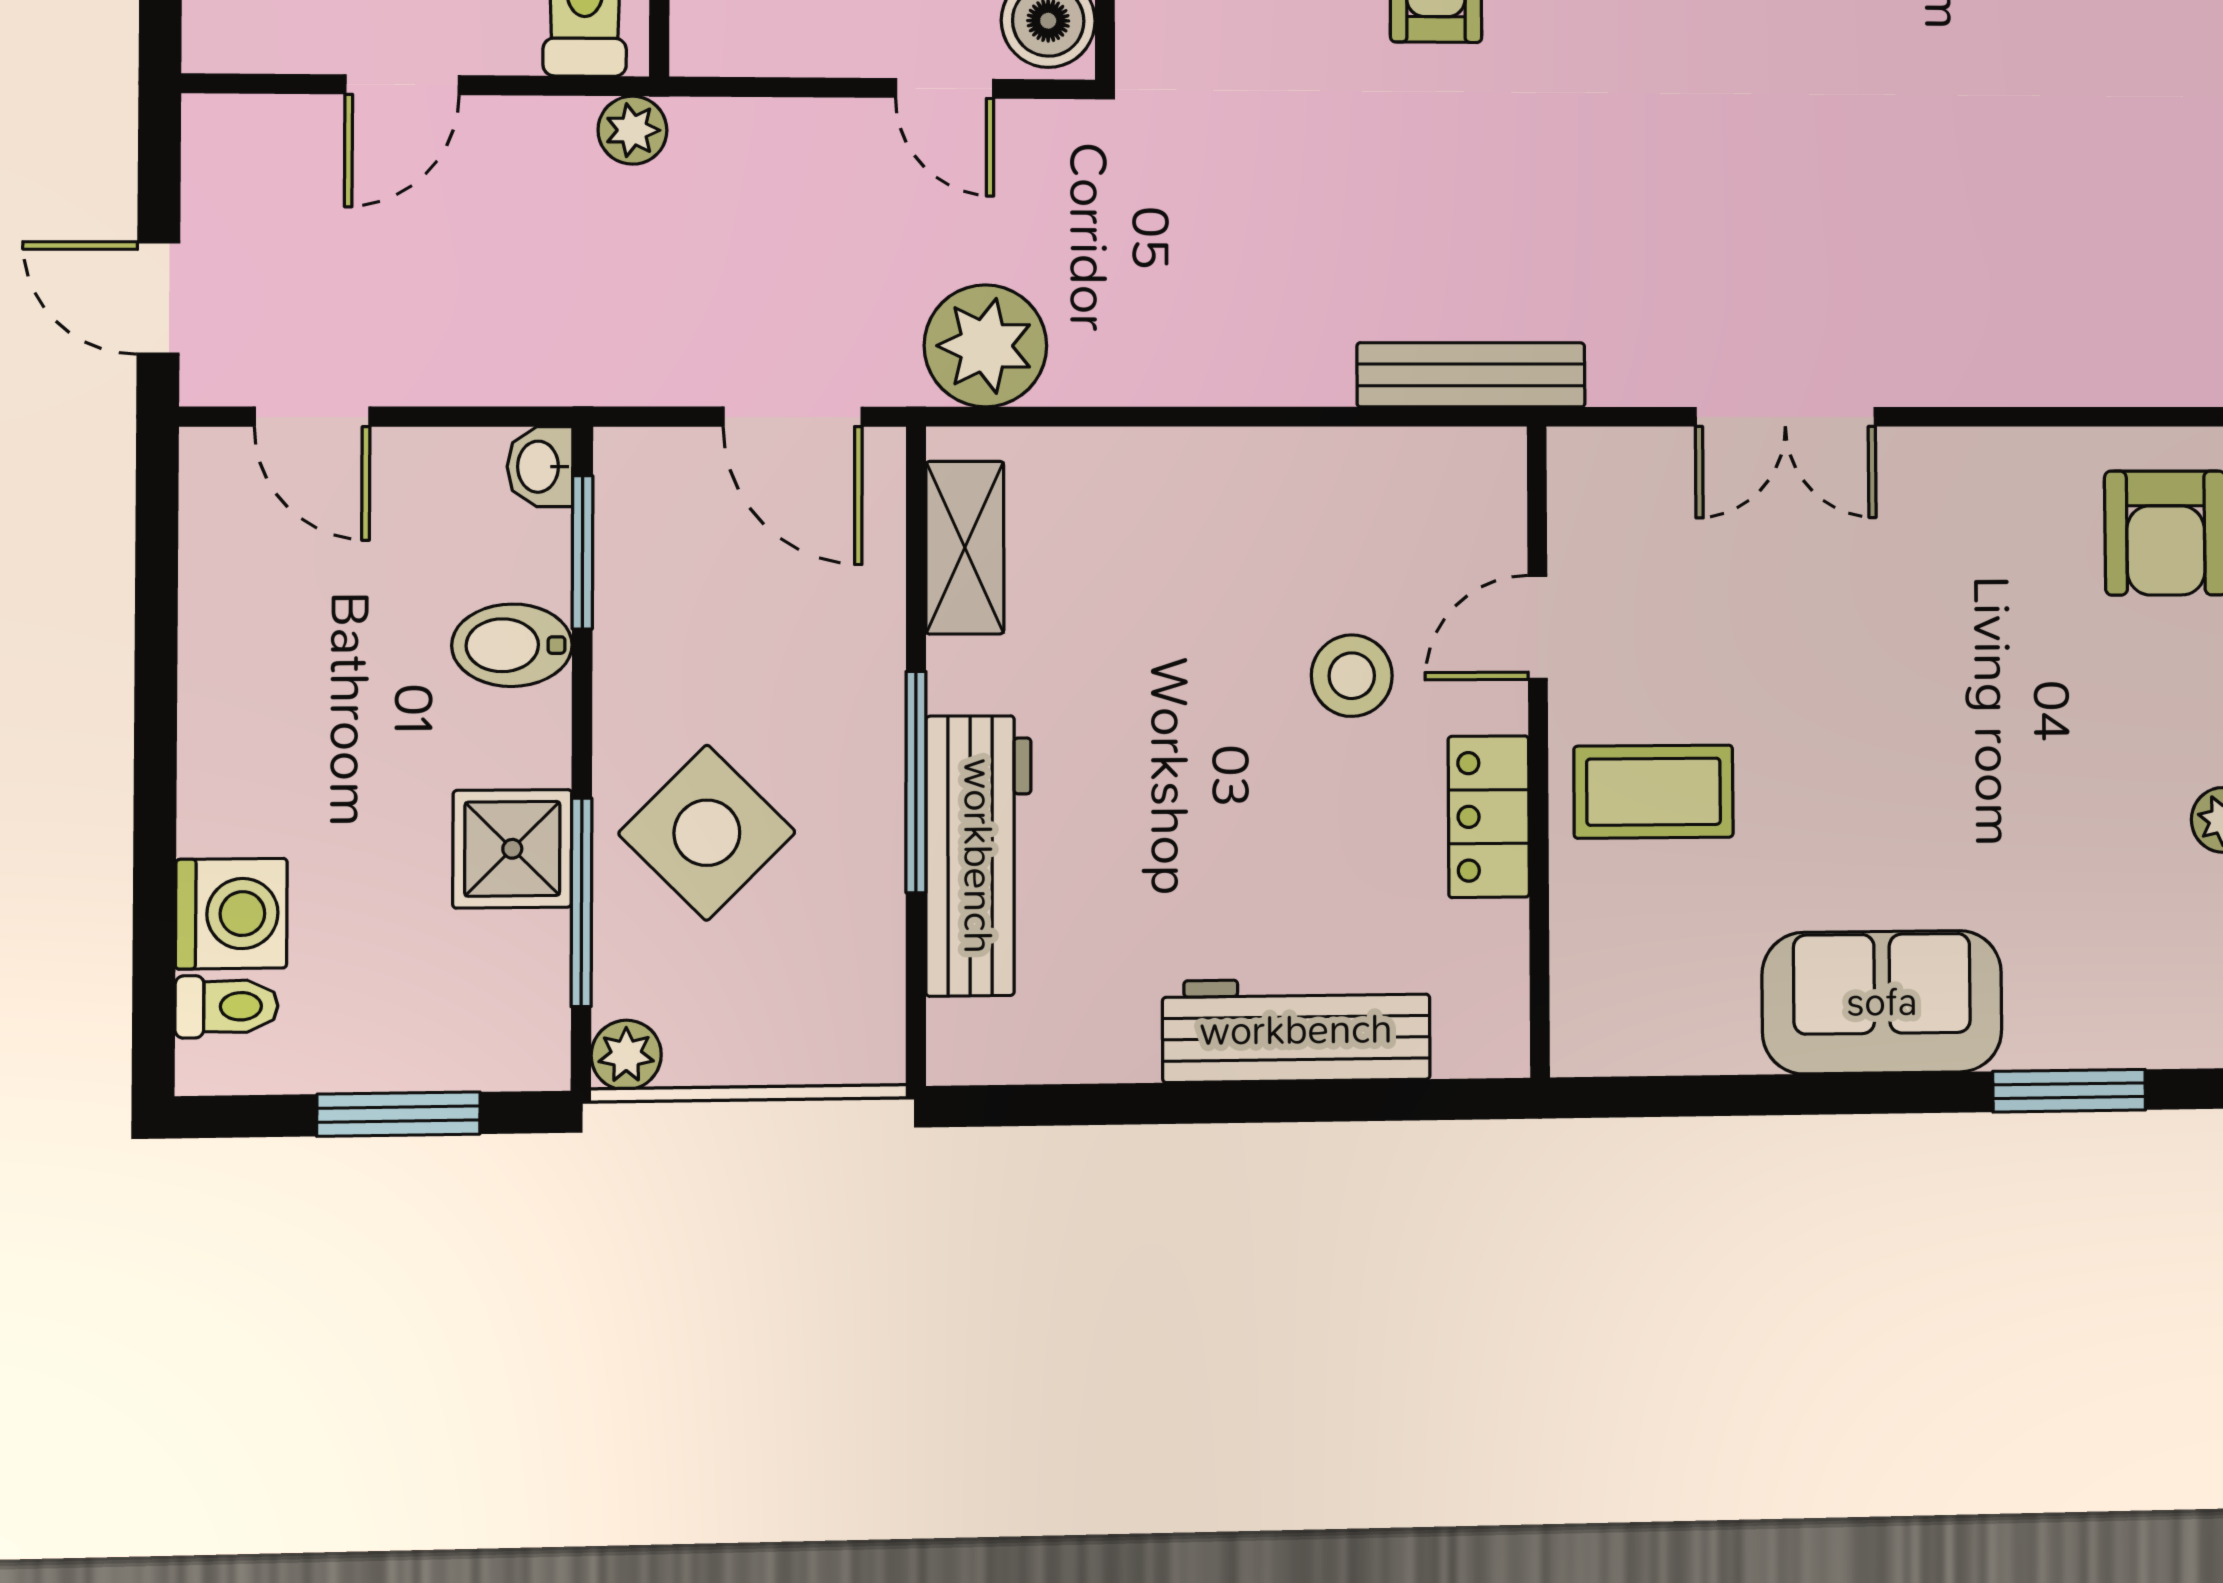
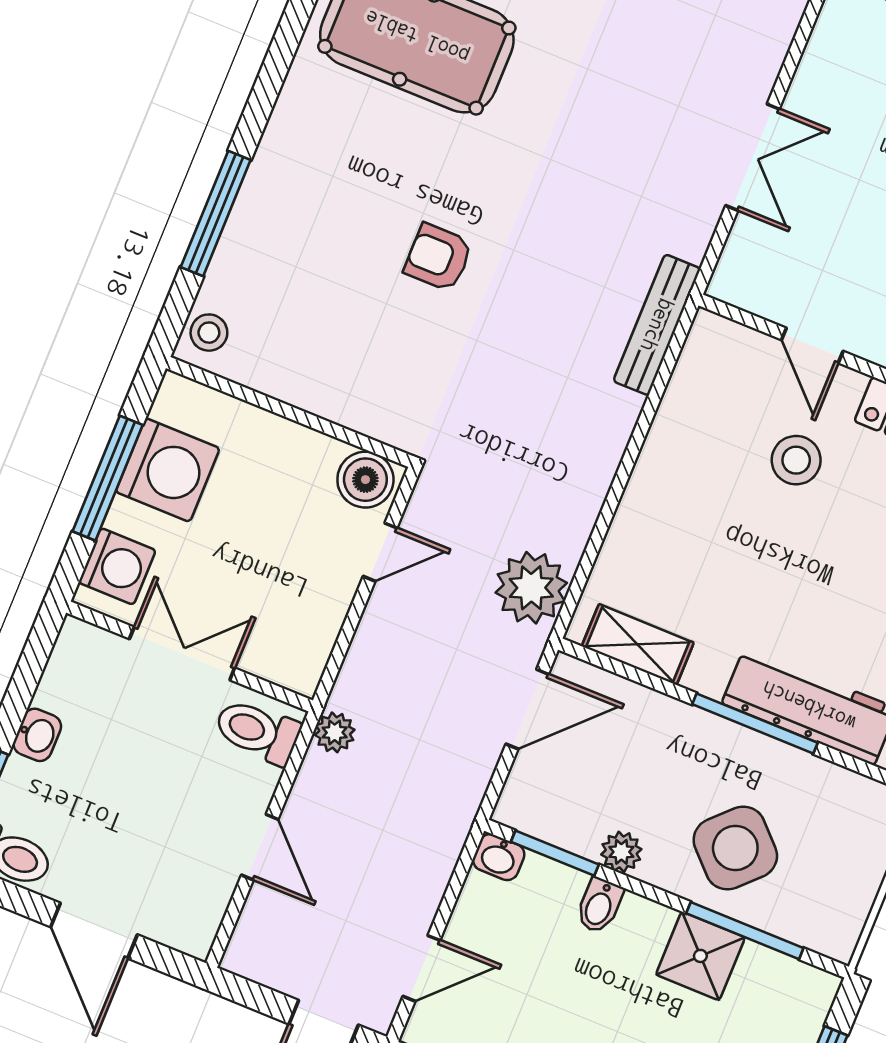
bidet: (512, 645) -> (599, 905), width x0.72, depth x0.74
plant: (626, 1055) -> (621, 852), moved

